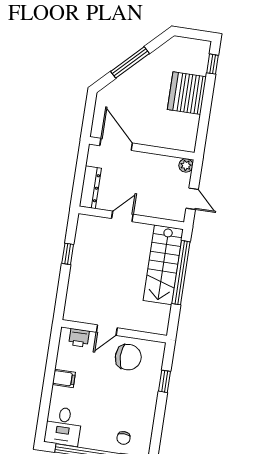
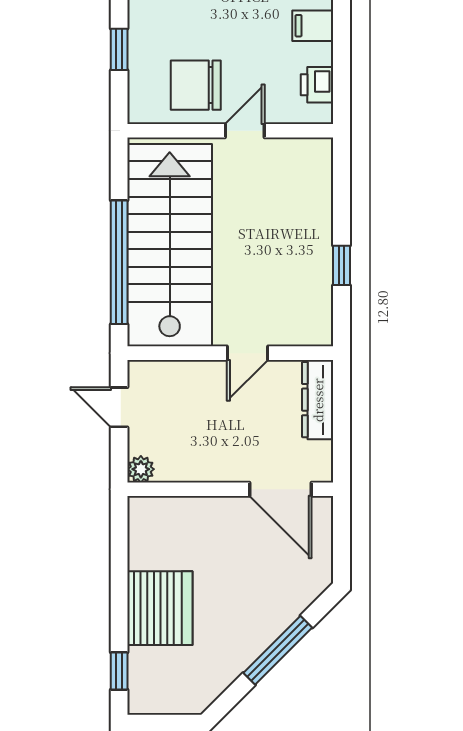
stairs: (163, 265) -> (170, 245), width x1.36, depth x1.51
printer: (79, 338) -> (317, 85), moved, turned -90

